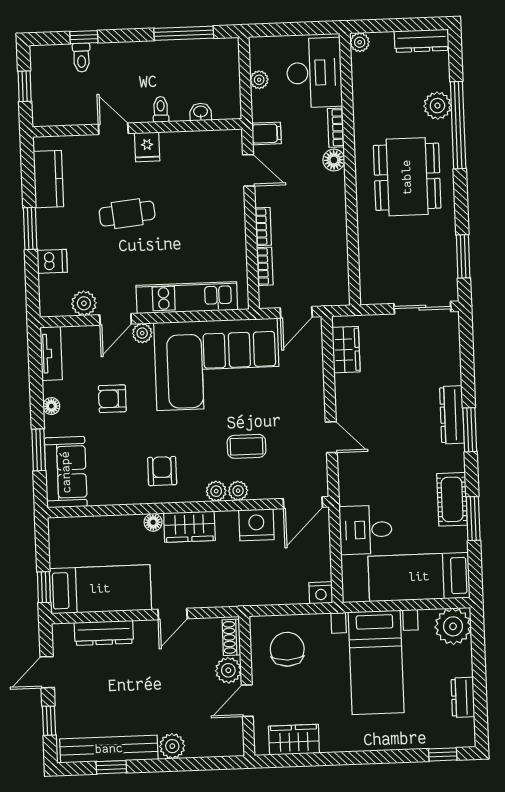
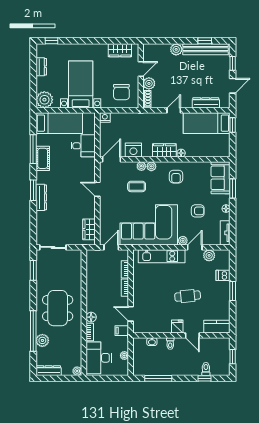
kitchen counter: (48, 179) -> (217, 327), moved, turned 90
window: (473, 519) -> (33, 149), width x1.44

